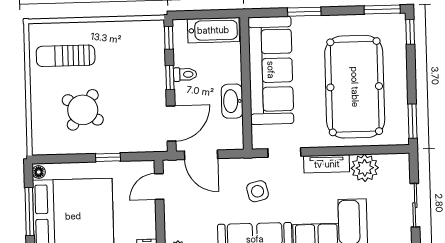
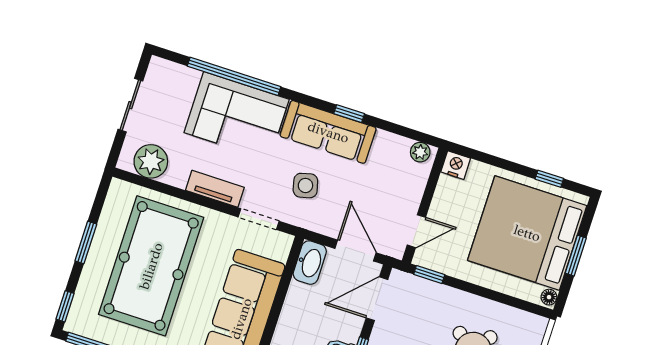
washbasin: (232, 101) -> (310, 263), moved
window: (413, 121) -> (86, 242), moved
window: (108, 157) -> (429, 275), moved
plant: (365, 168) -> (151, 161), moved
window: (29, 211) -> (576, 256), width x0.69

